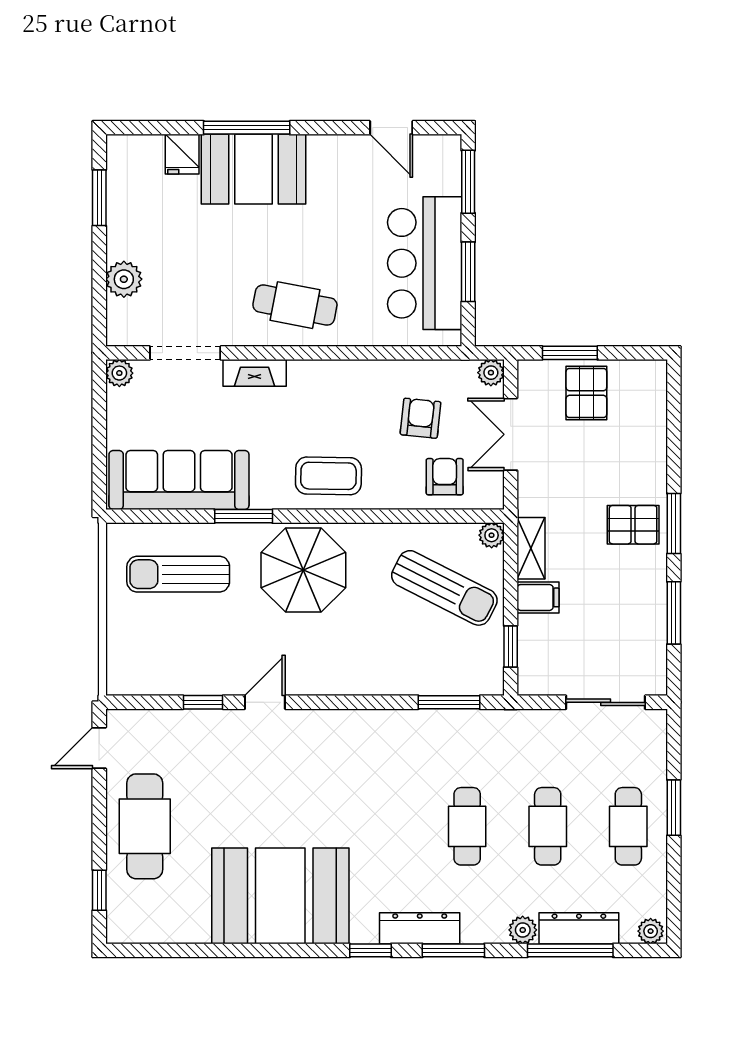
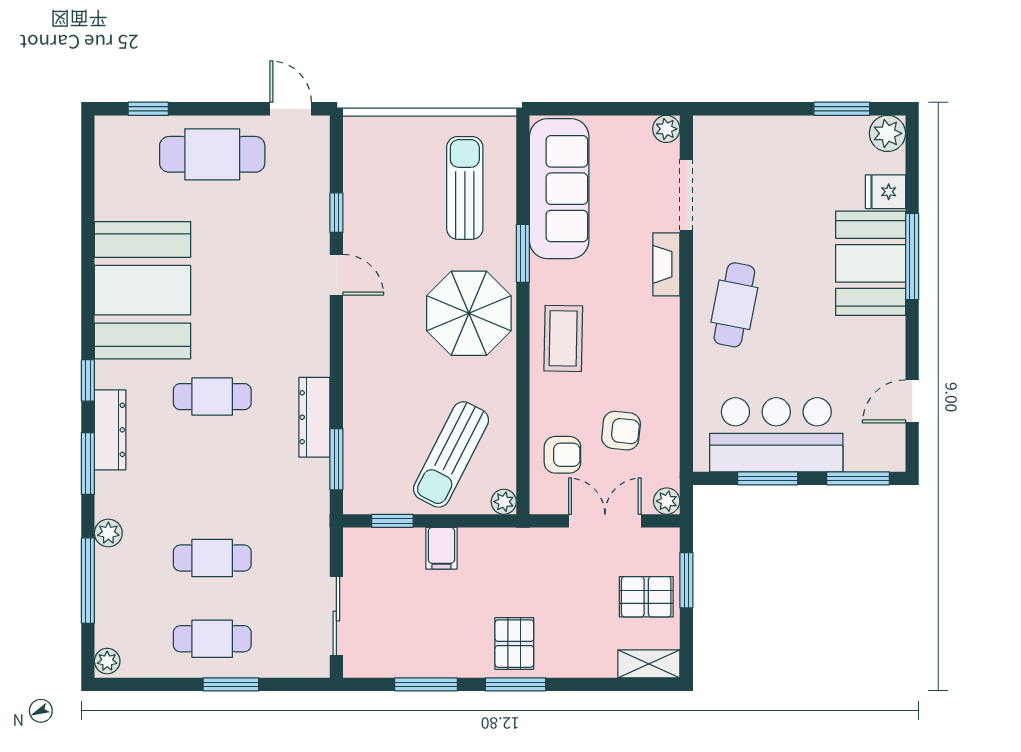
plant: (124, 279) -> (887, 133), moved
shelving: (531, 548) -> (649, 664), moved
cafe table: (467, 826) -> (212, 397), moved
dresser: (579, 928) -> (314, 417), moved, turned 180

